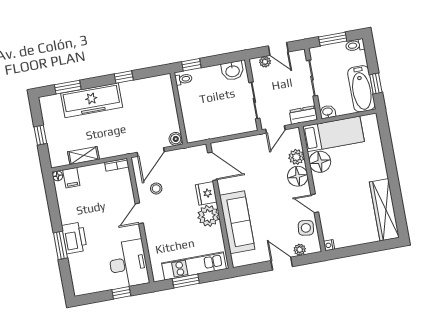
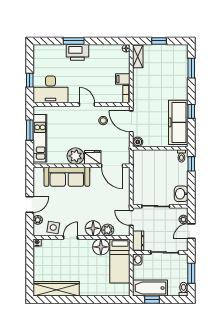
freezer: (92, 100) -> (178, 122), moved
shelving: (83, 156) -> (138, 57), moved
door: (212, 166) -> (112, 166), hinge flipped
filing cabinet: (71, 178) -> (123, 79), moved

